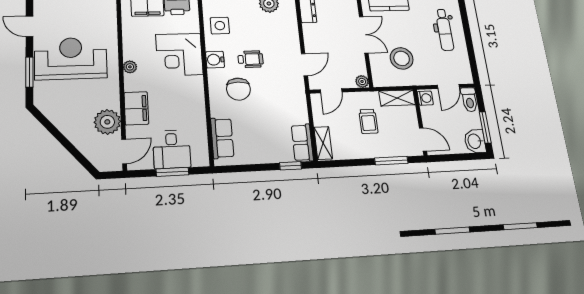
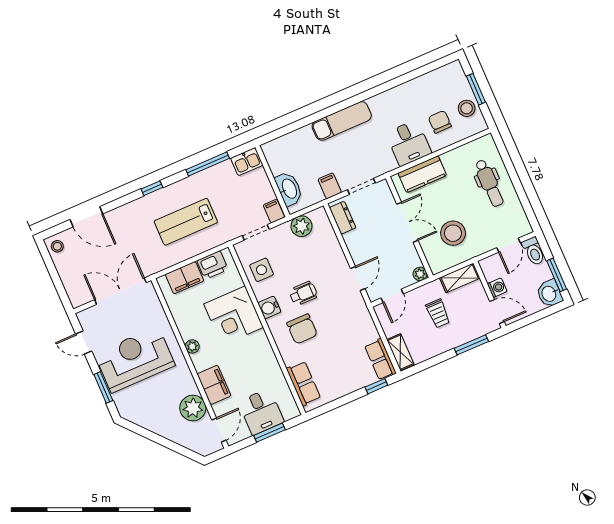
washing machine: (425, 98) -> (497, 288), moved

